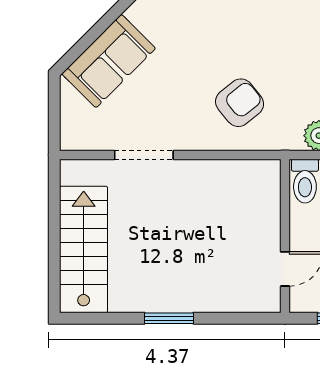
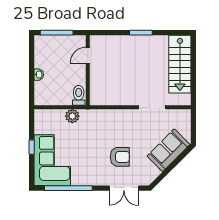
armchair: (240, 103) -> (120, 157), moved, turned -141

